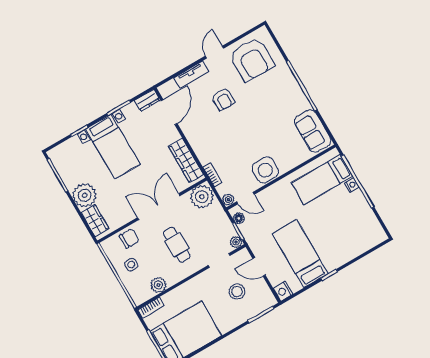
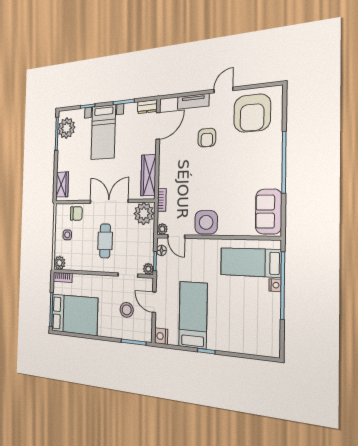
plant: (85, 195) -> (66, 128), moved
plant: (158, 285) -> (59, 263), moved

